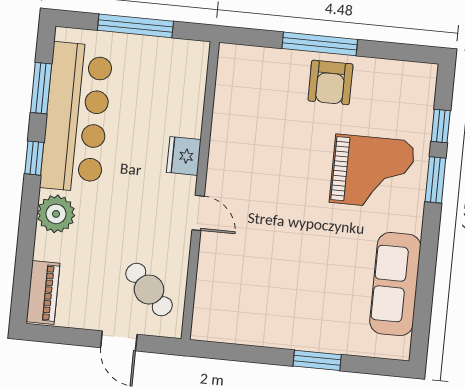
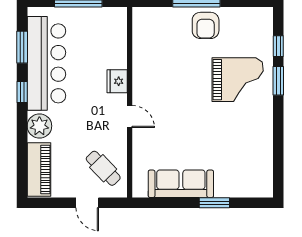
sofa: (395, 284) -> (181, 184), moved, turned 90
piano: (43, 292) -> (39, 169), width x1.37, depth x1.33

